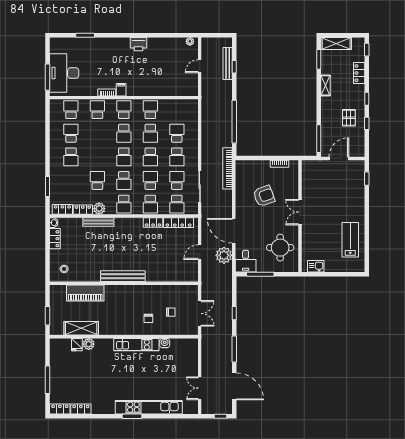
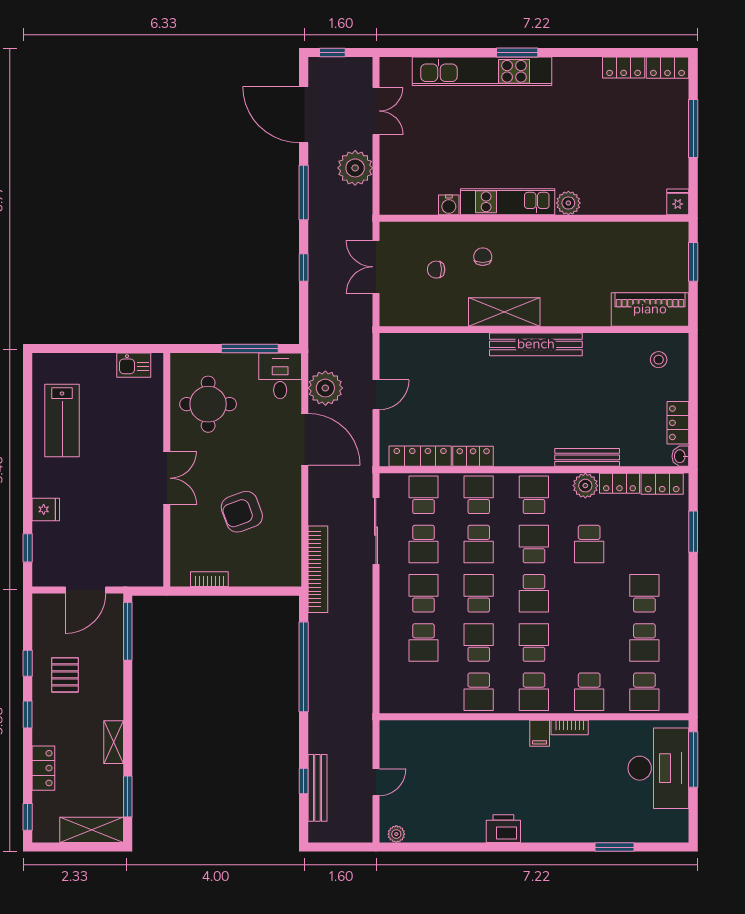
school desk: (124, 157) -> (534, 593), turned 180
fridge: (358, 197) -> (46, 509), added
piano: (85, 293) -> (650, 309), moved
shelving: (81, 328) -> (504, 312), moved
plant: (89, 344) -> (568, 203), moved
fridge: (77, 345) -> (678, 202), moved
plant: (210, 361) -> (355, 168), added

